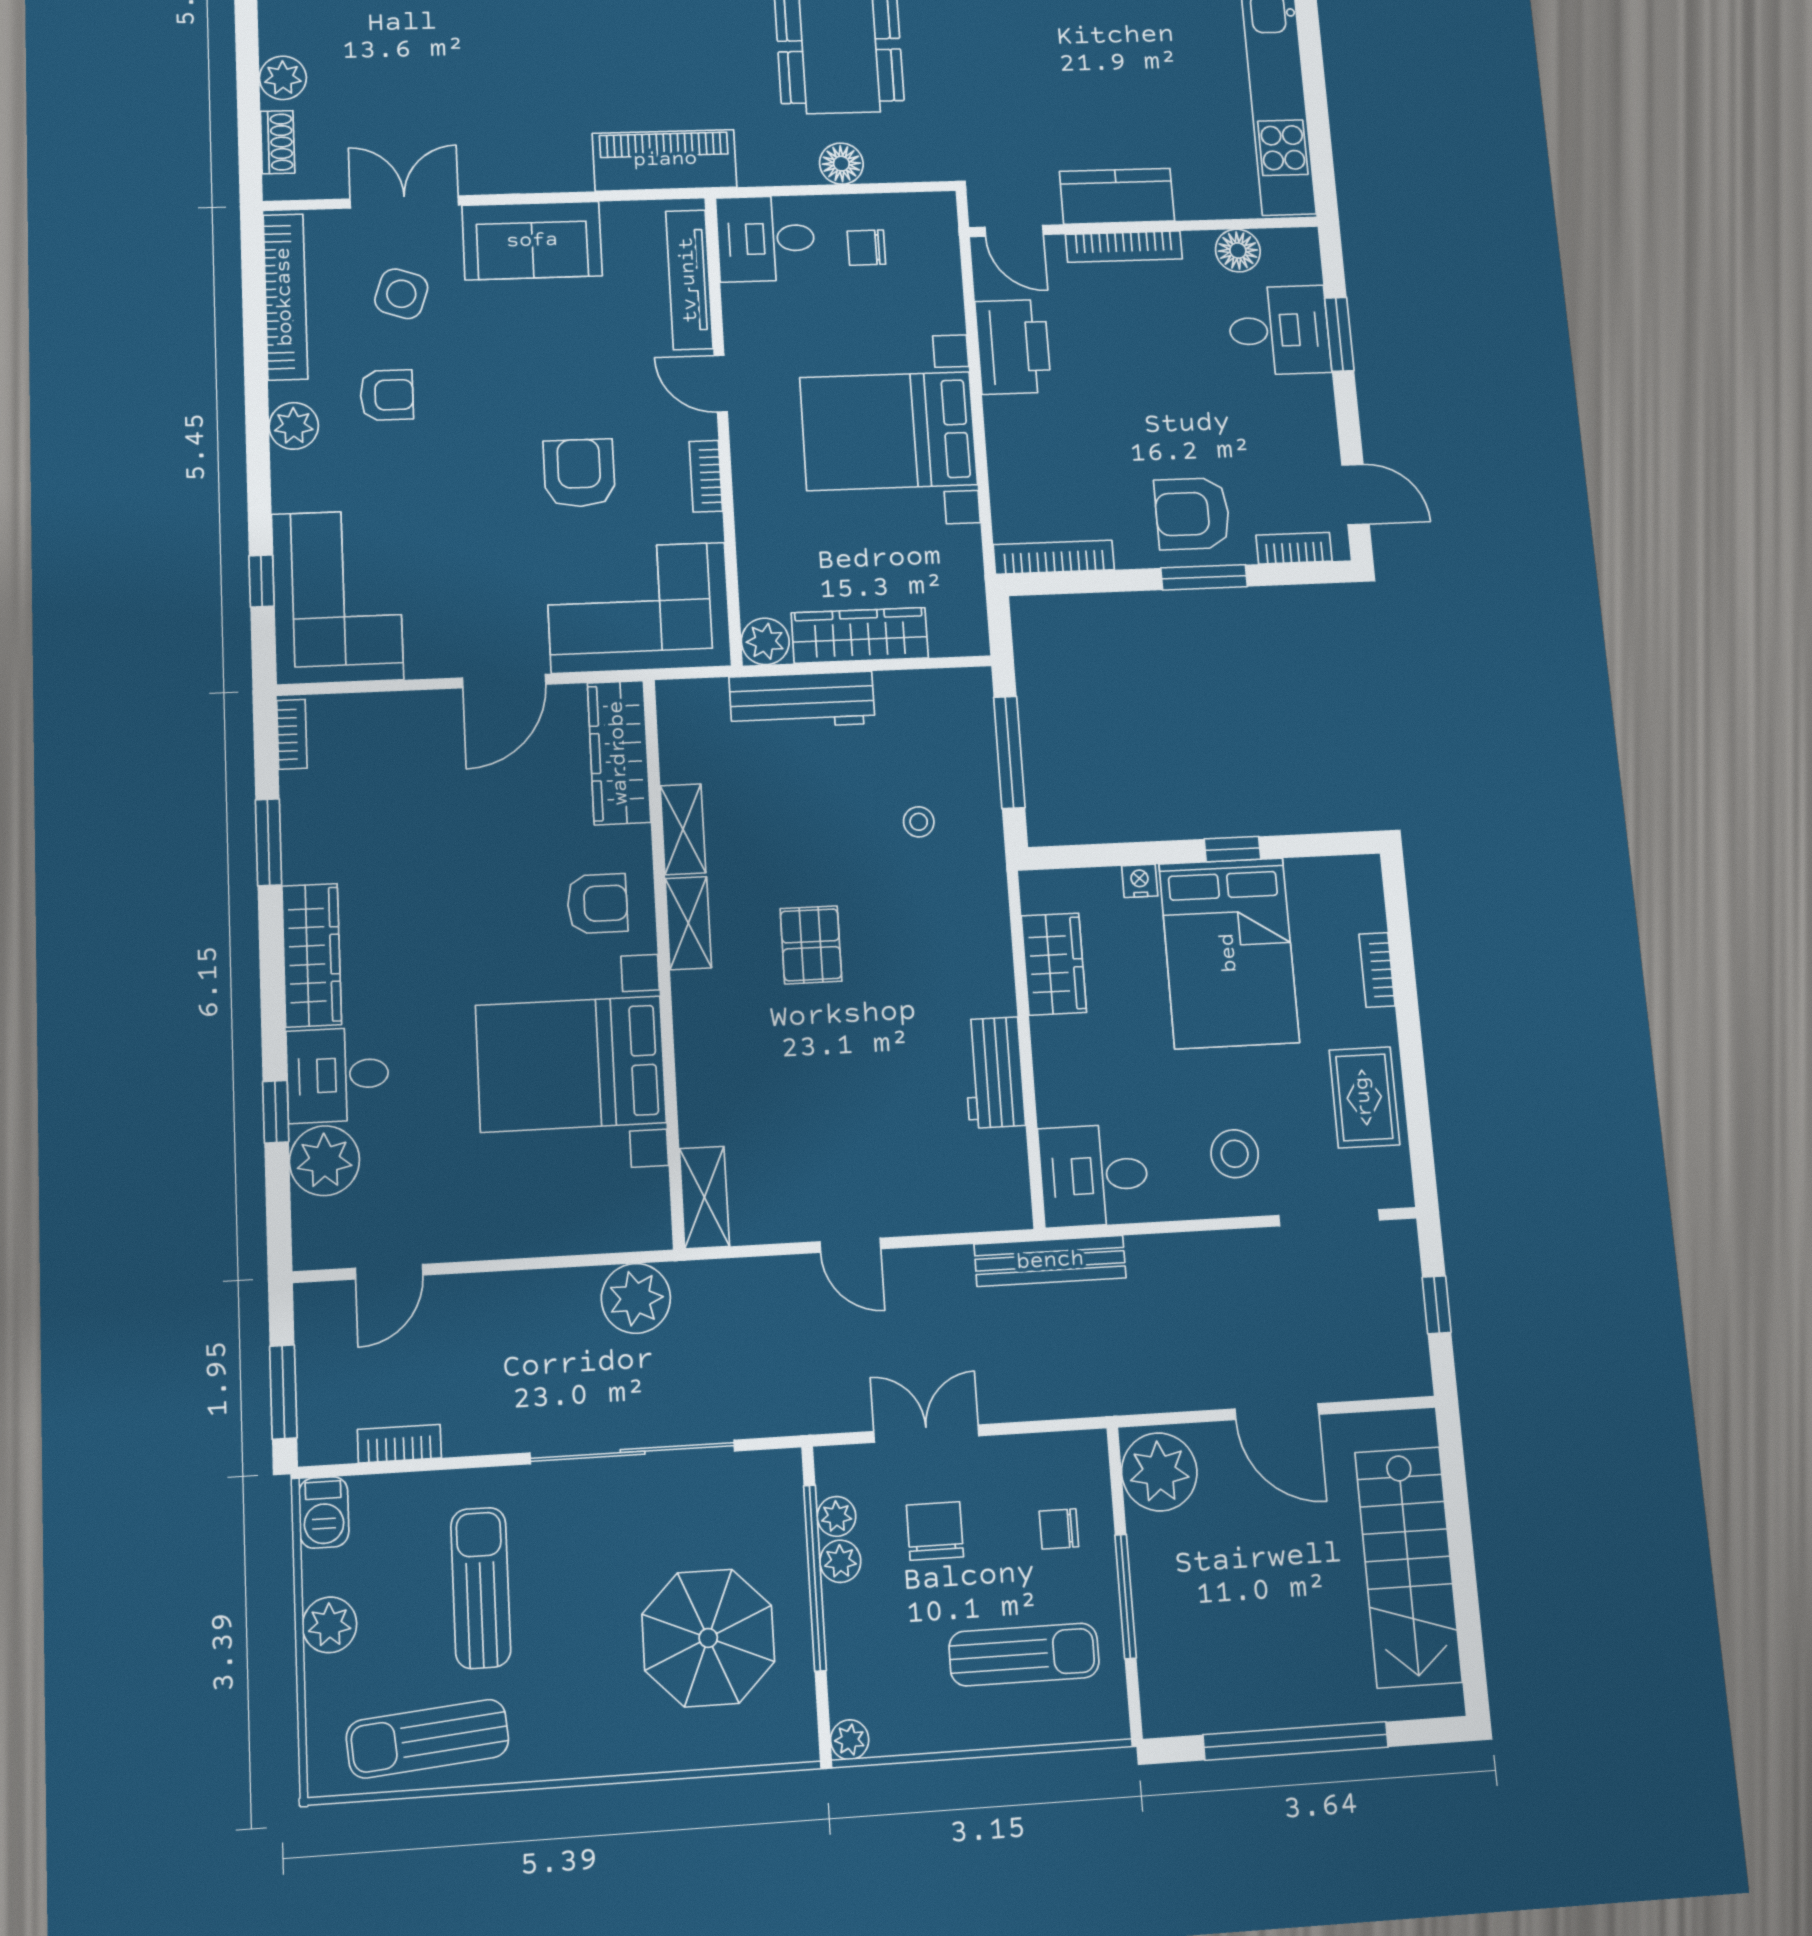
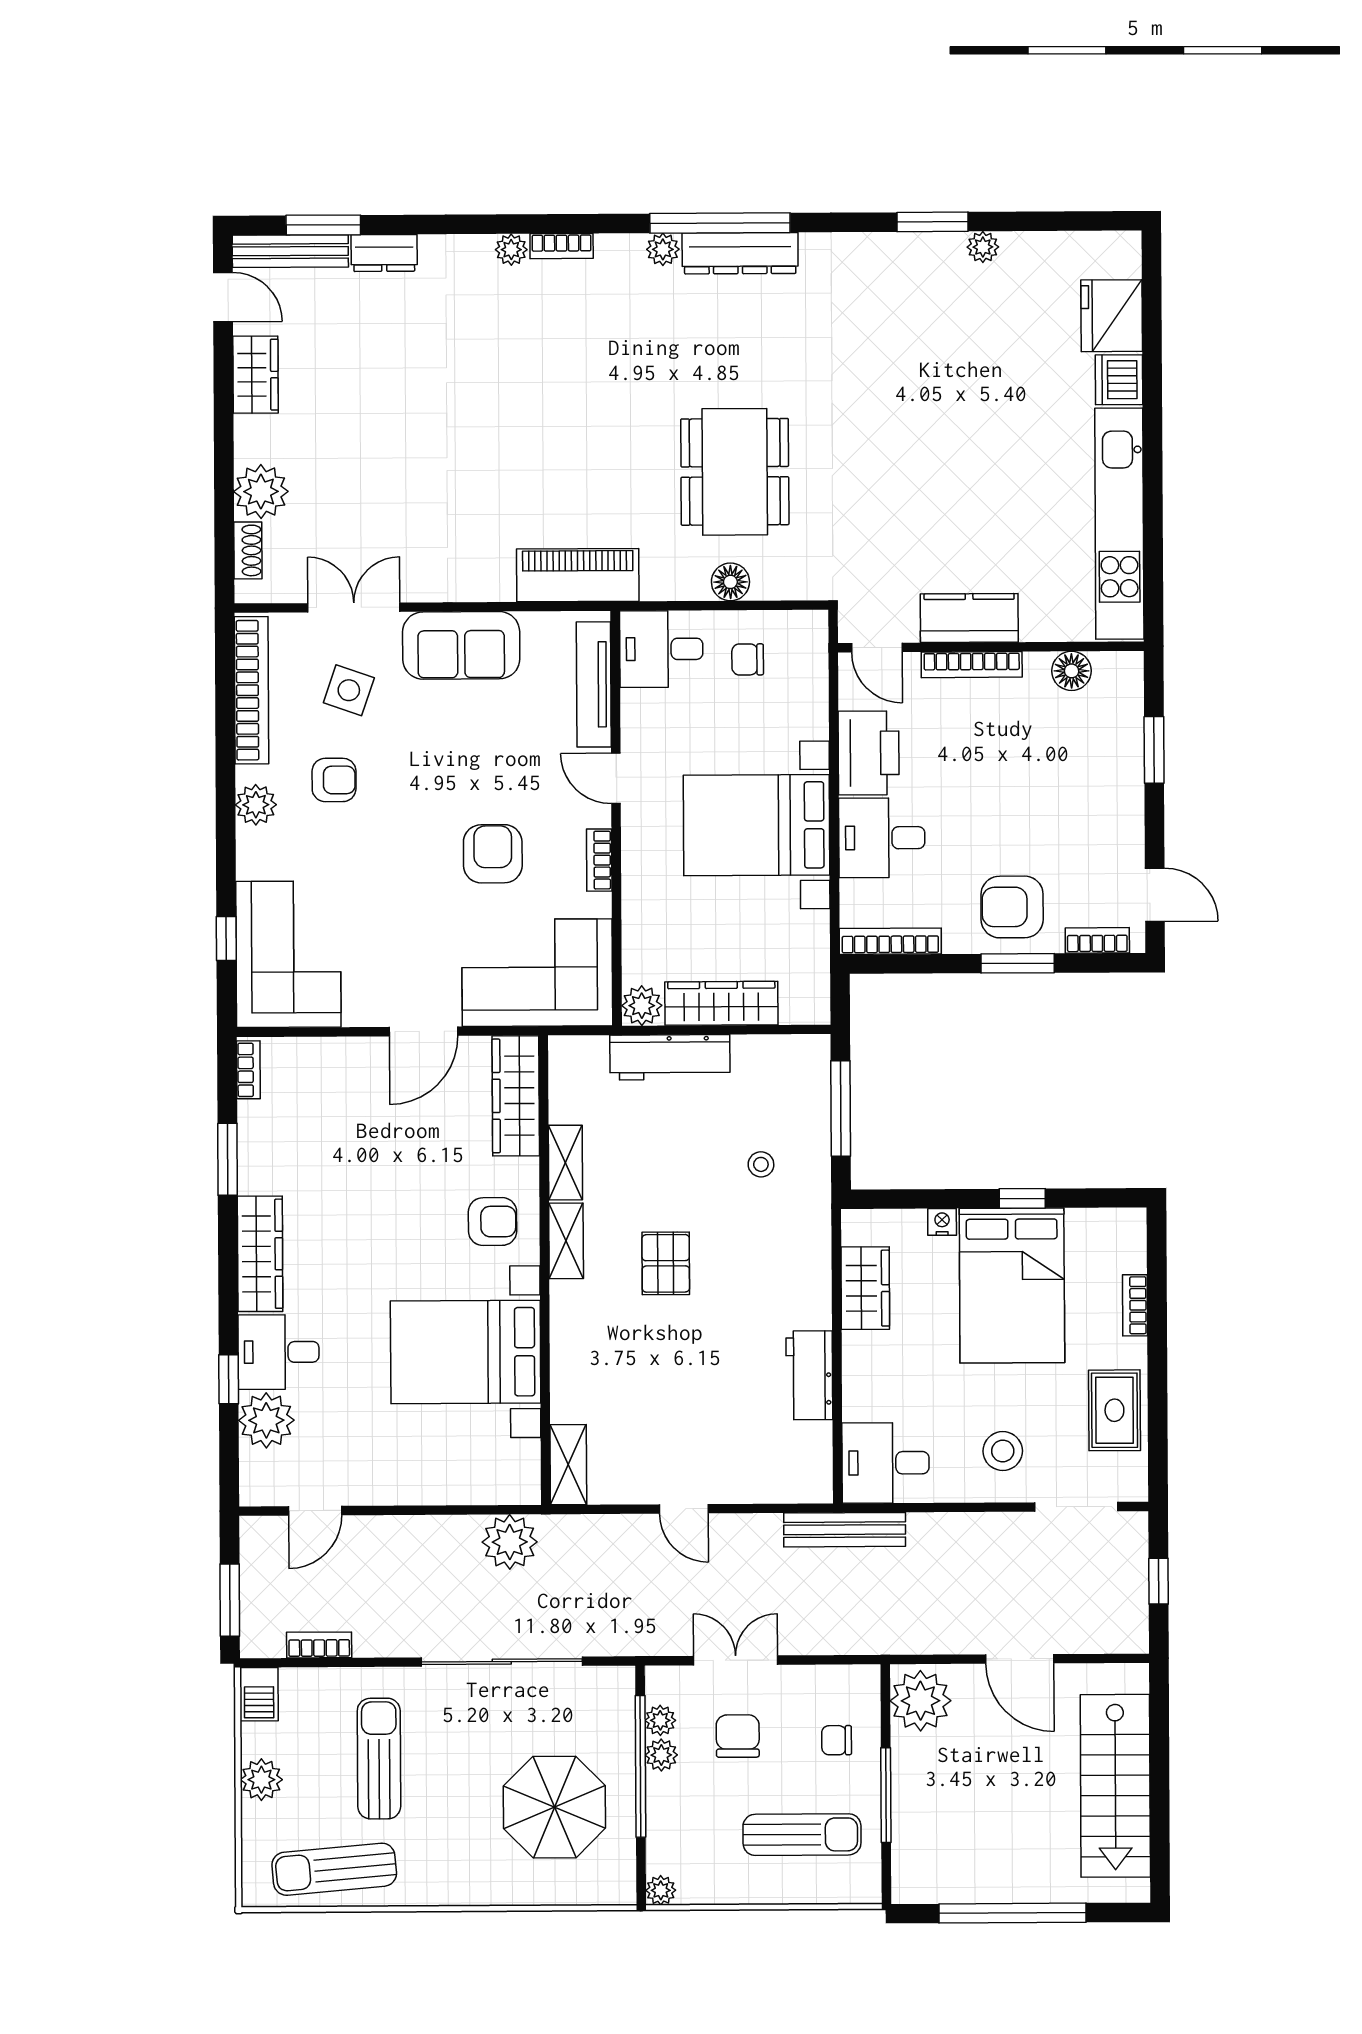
plant: (283, 78) -> (261, 492), width x1.36, depth x1.36
desk: (1279, 330) -> (882, 838), moved, turned 180

